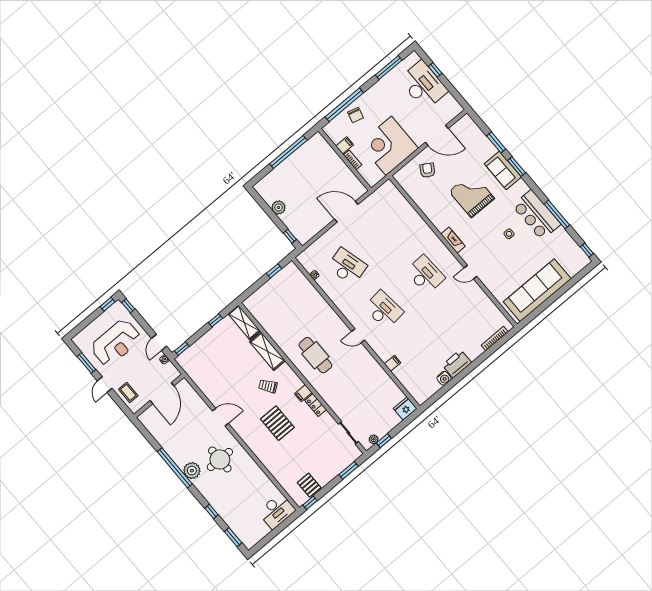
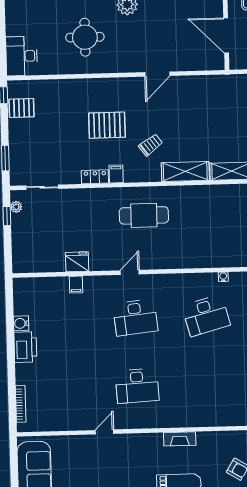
fireplace: (453, 240) -> (180, 439), moved
fridge: (405, 409) -> (77, 262), moved, turned -90
round table: (220, 459) -> (85, 37), moved

